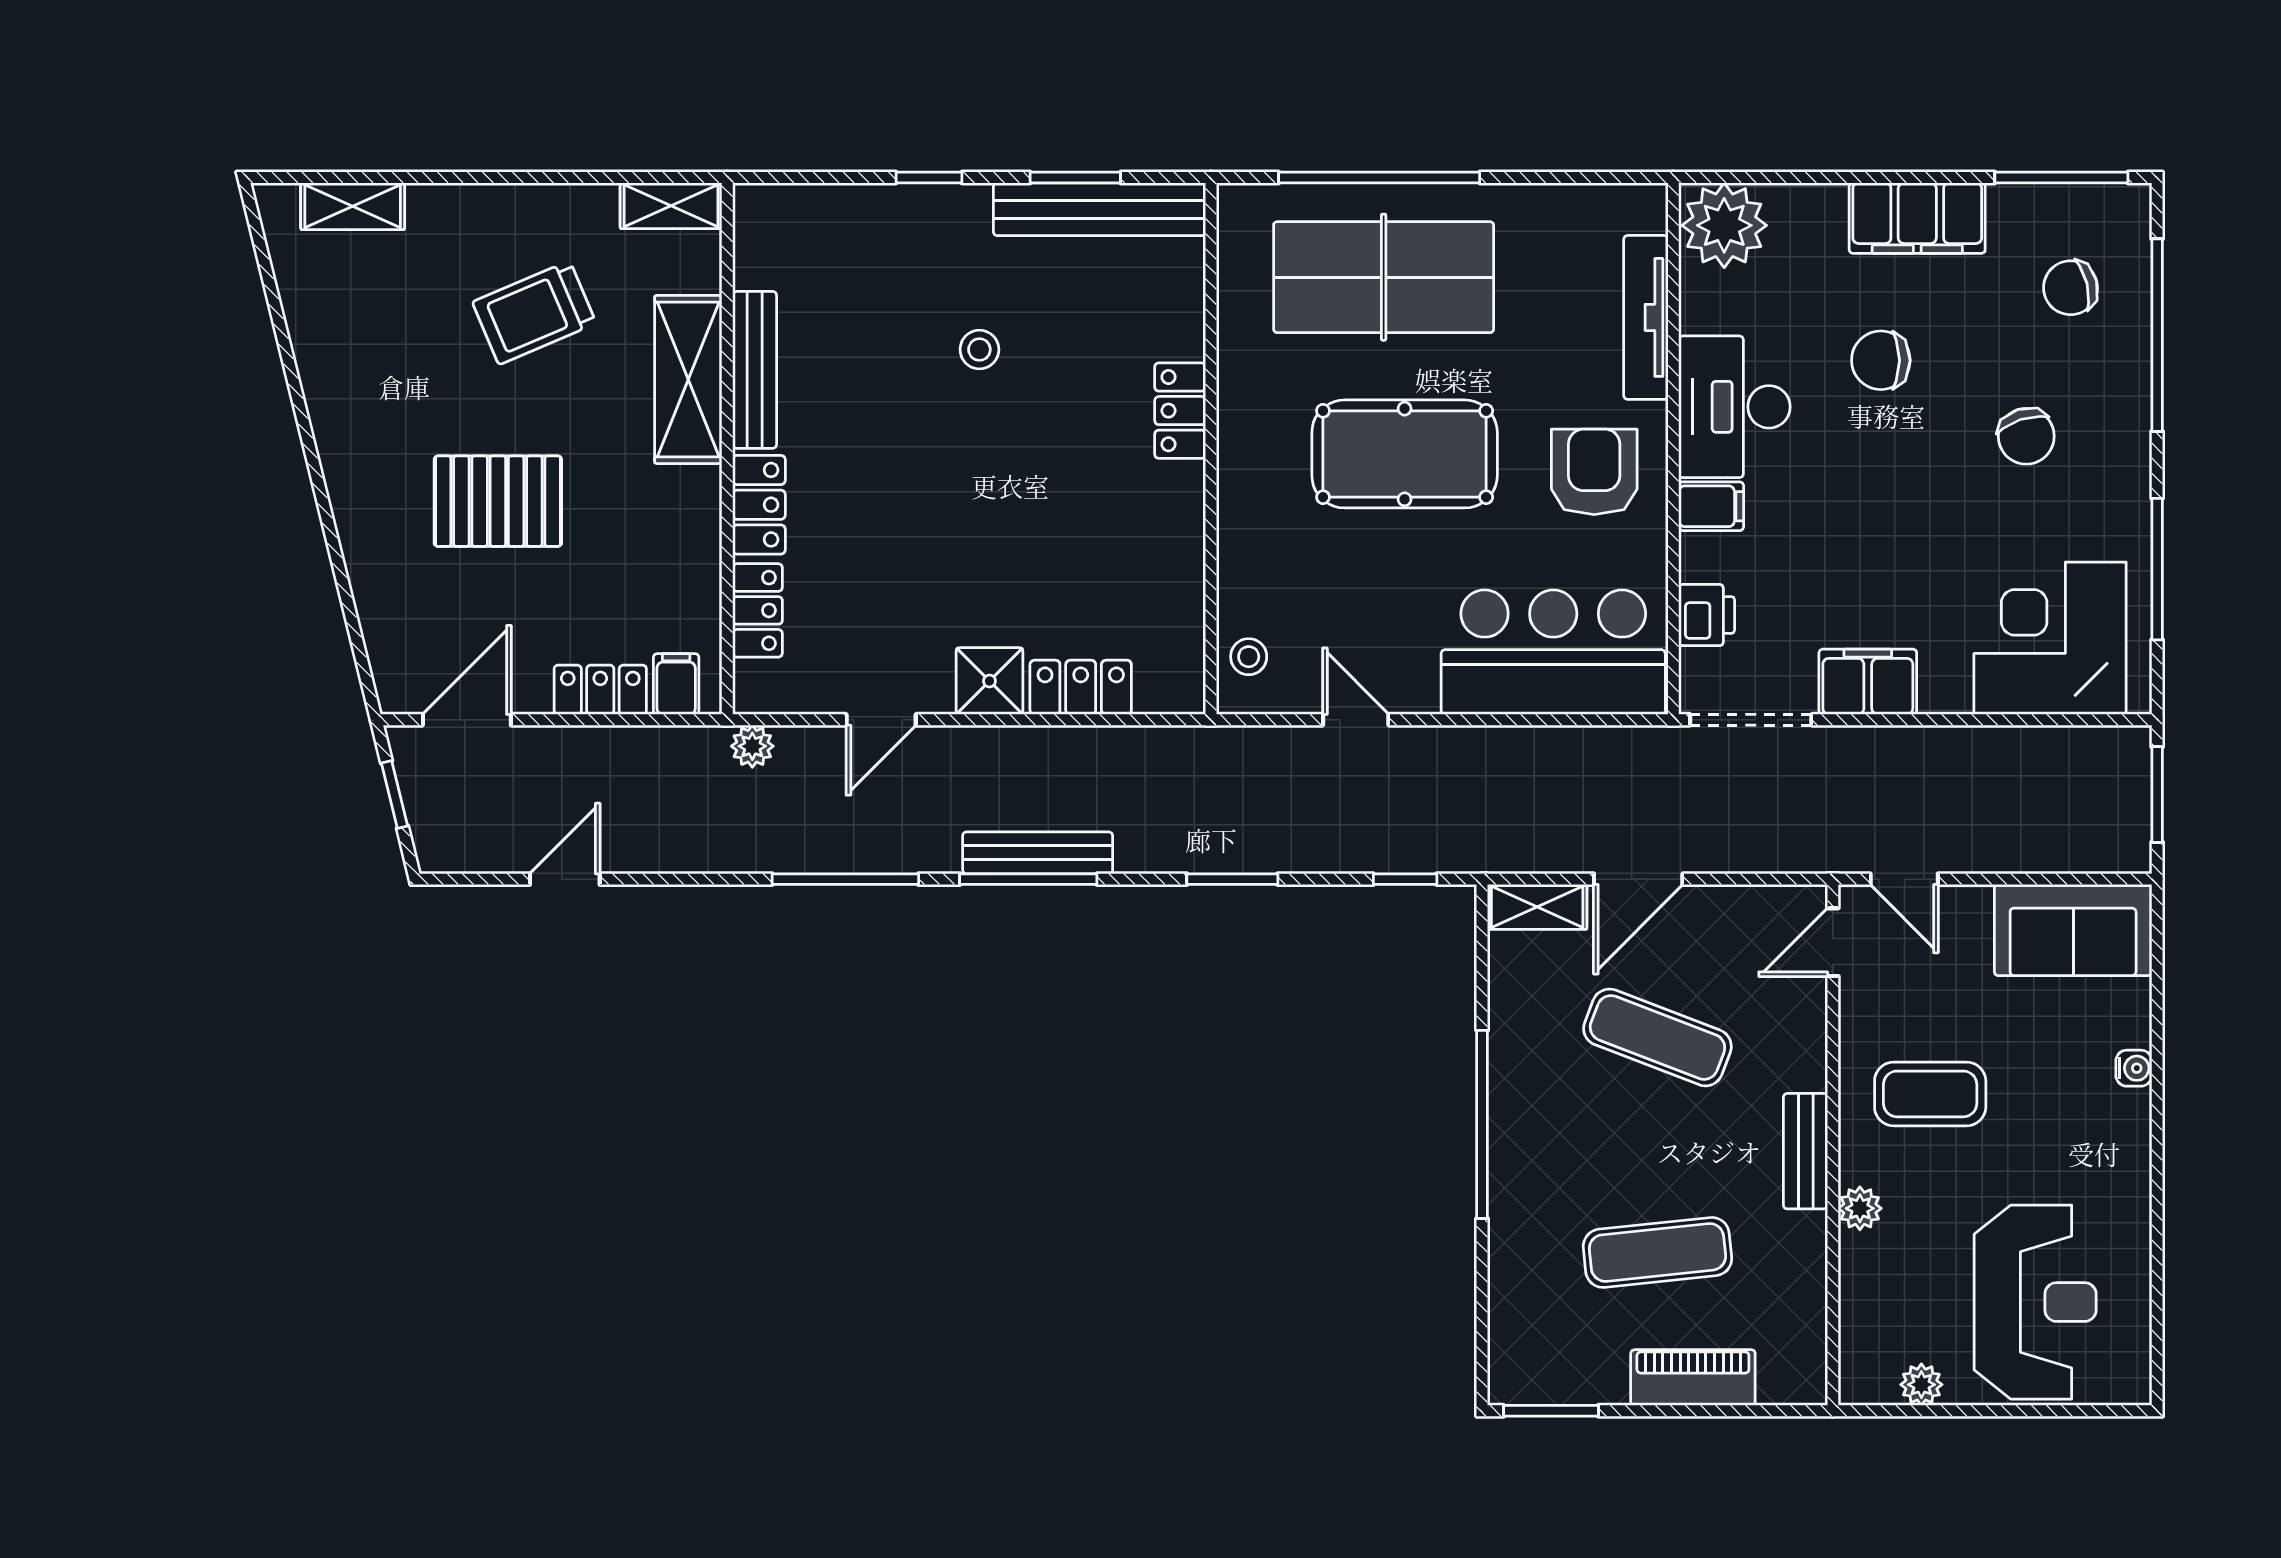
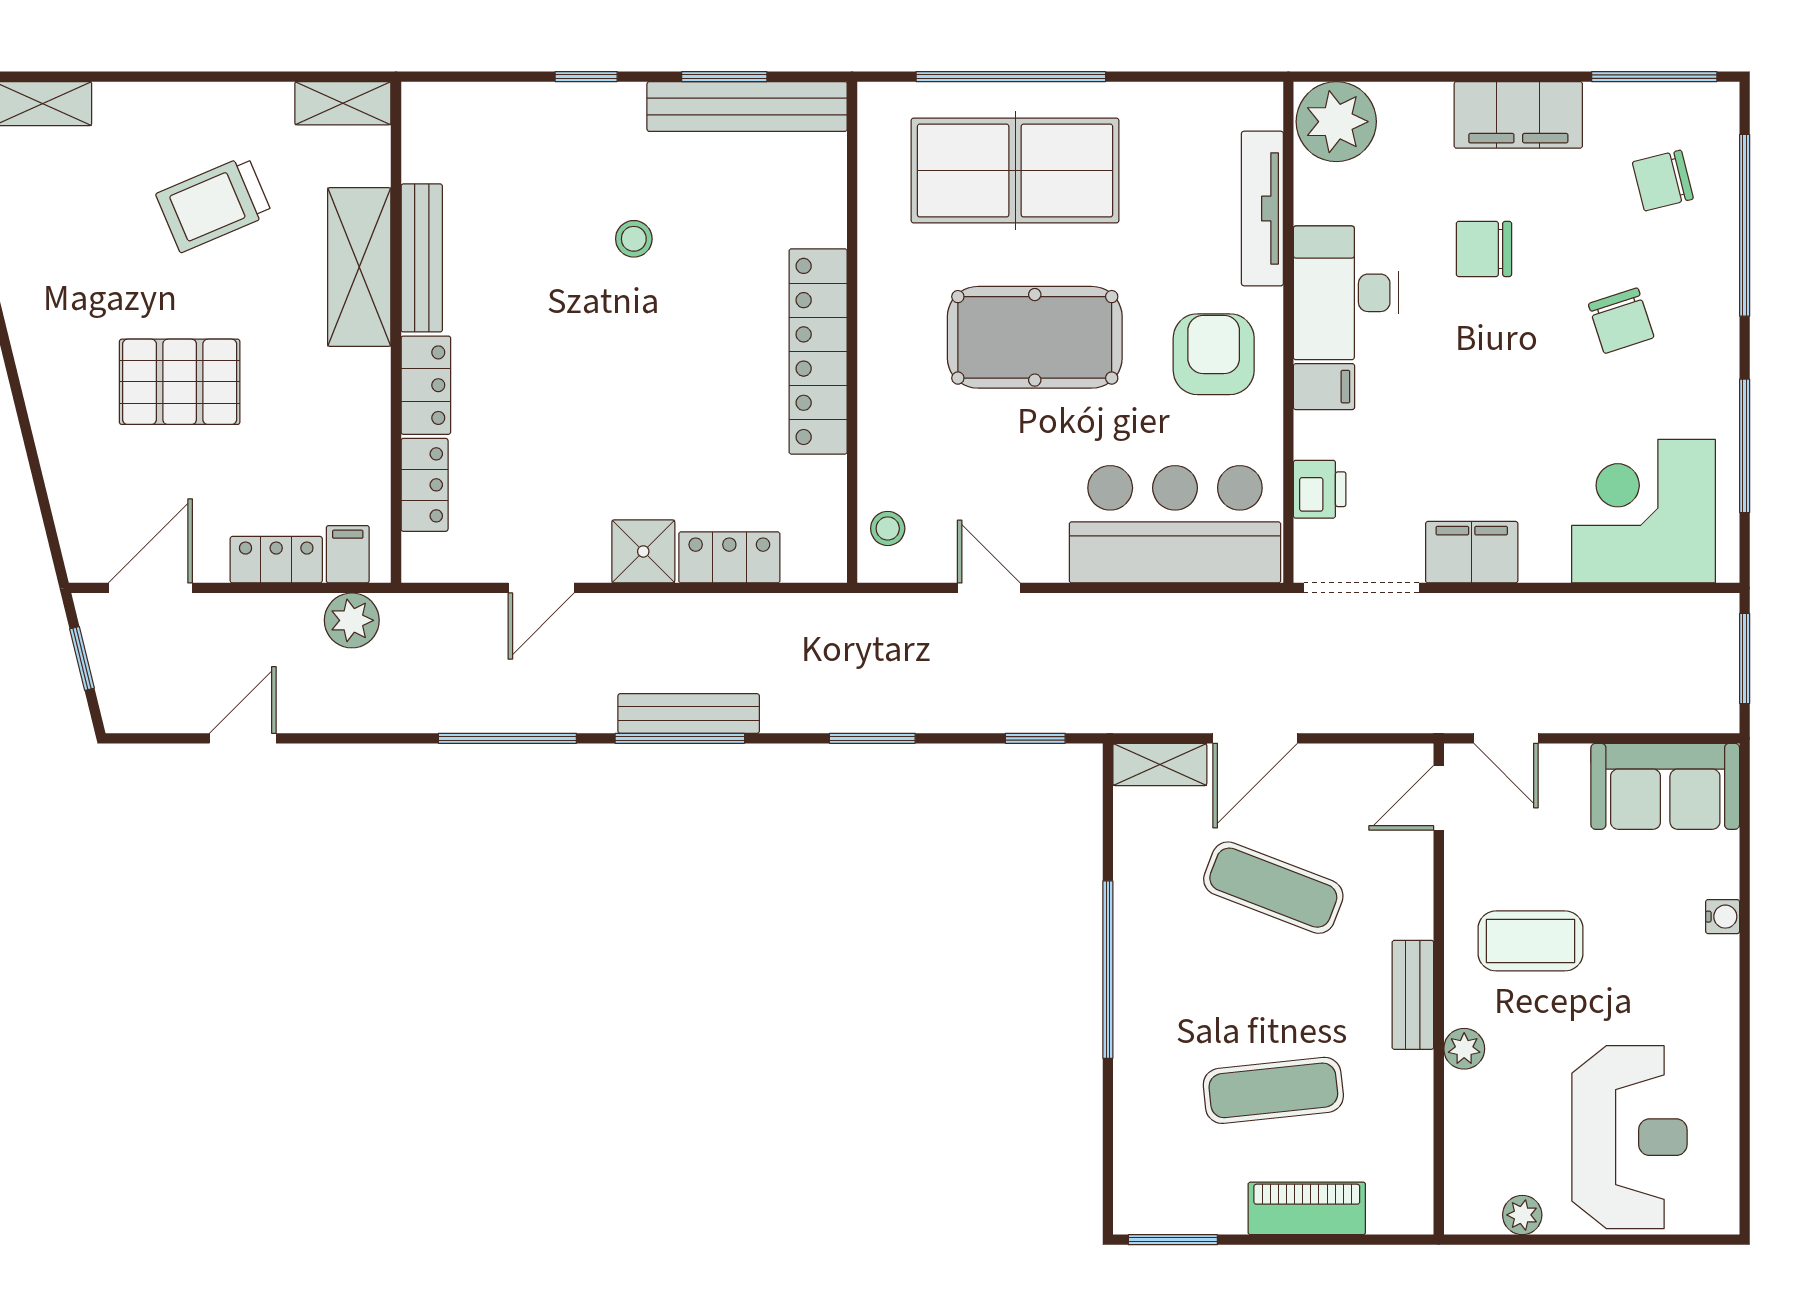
locker: (1180, 411) -> (818, 351), width x2.16, depth x1.21
plant: (752, 746) -> (352, 620), moved, width x1.38, depth x1.38

